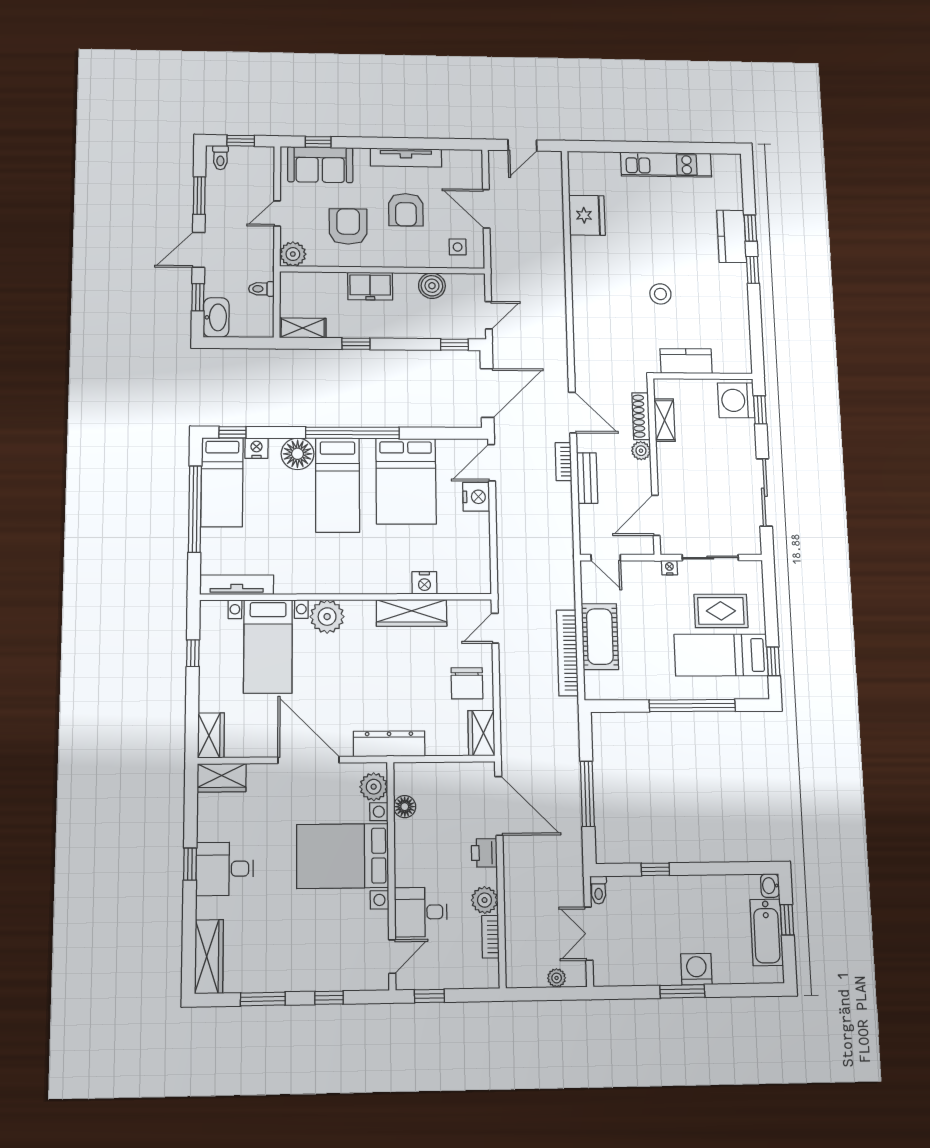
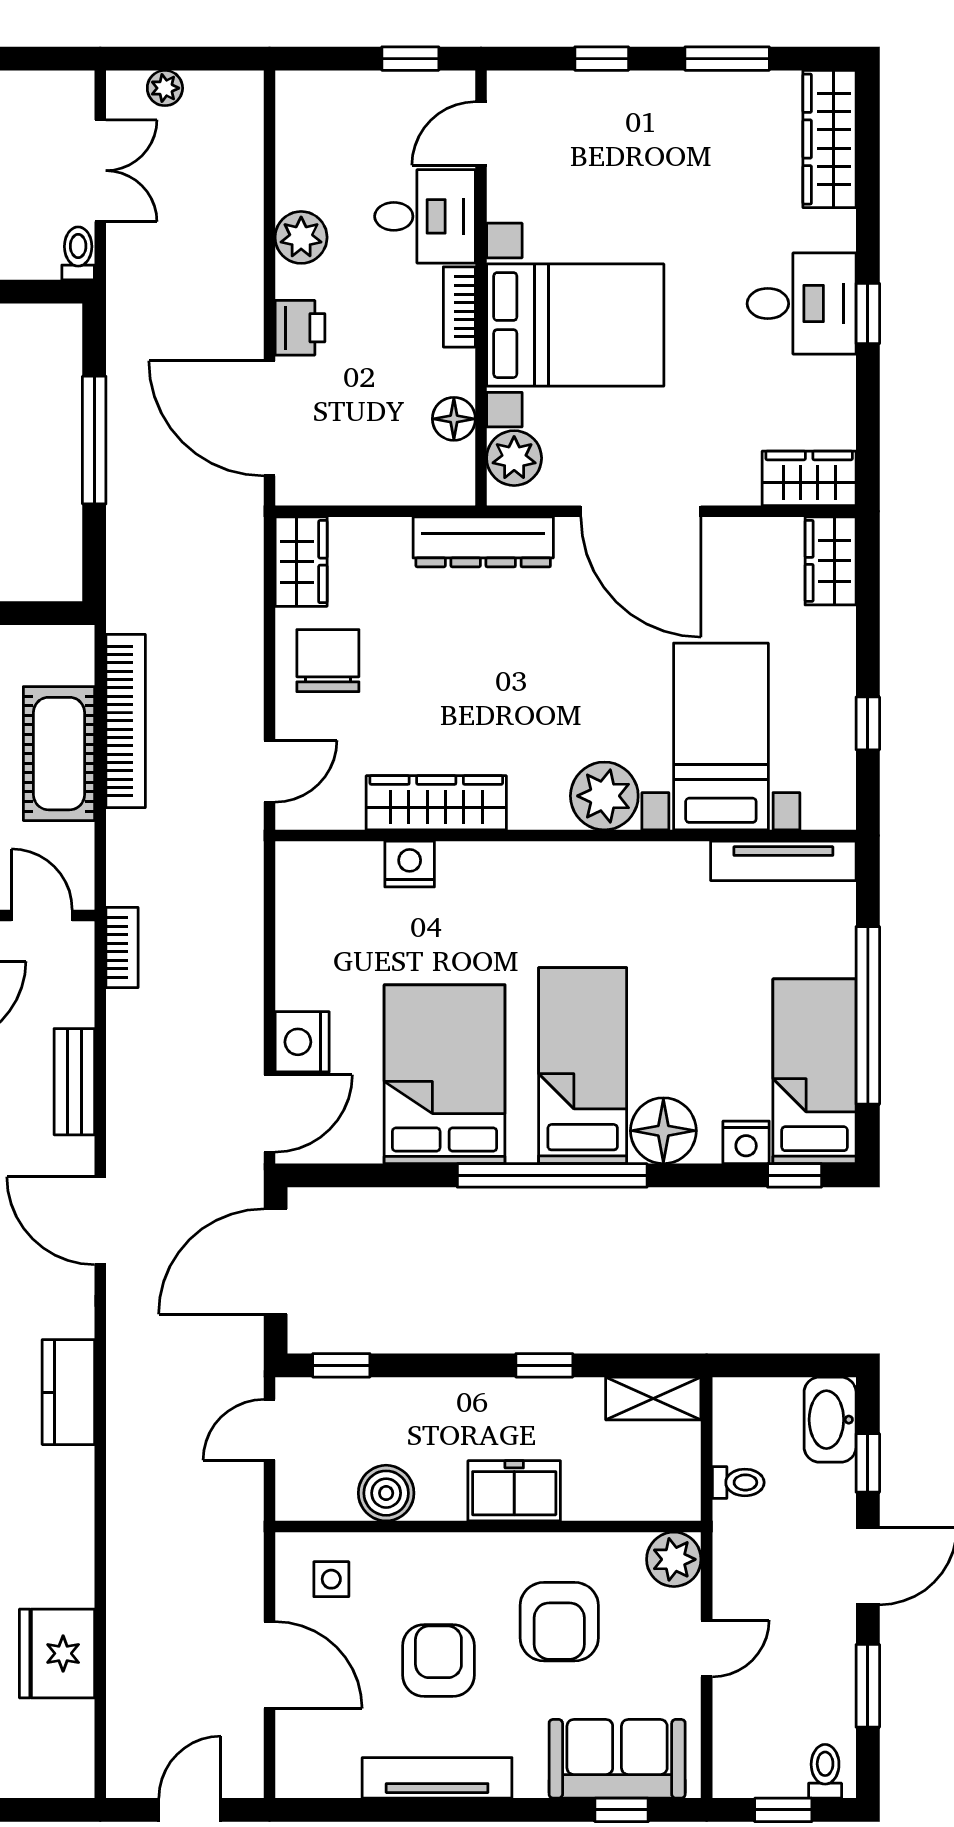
kitchen counter: (585, 333) -> (68, 1392), added
bookcase: (563, 462) -> (122, 948), moved
bookcase: (490, 937) -> (459, 307), moved, turned 180

